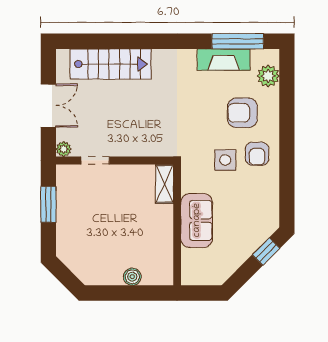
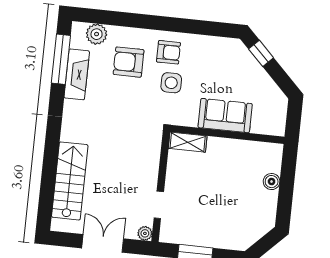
armchair: (242, 113) -> (129, 62), turned 90

